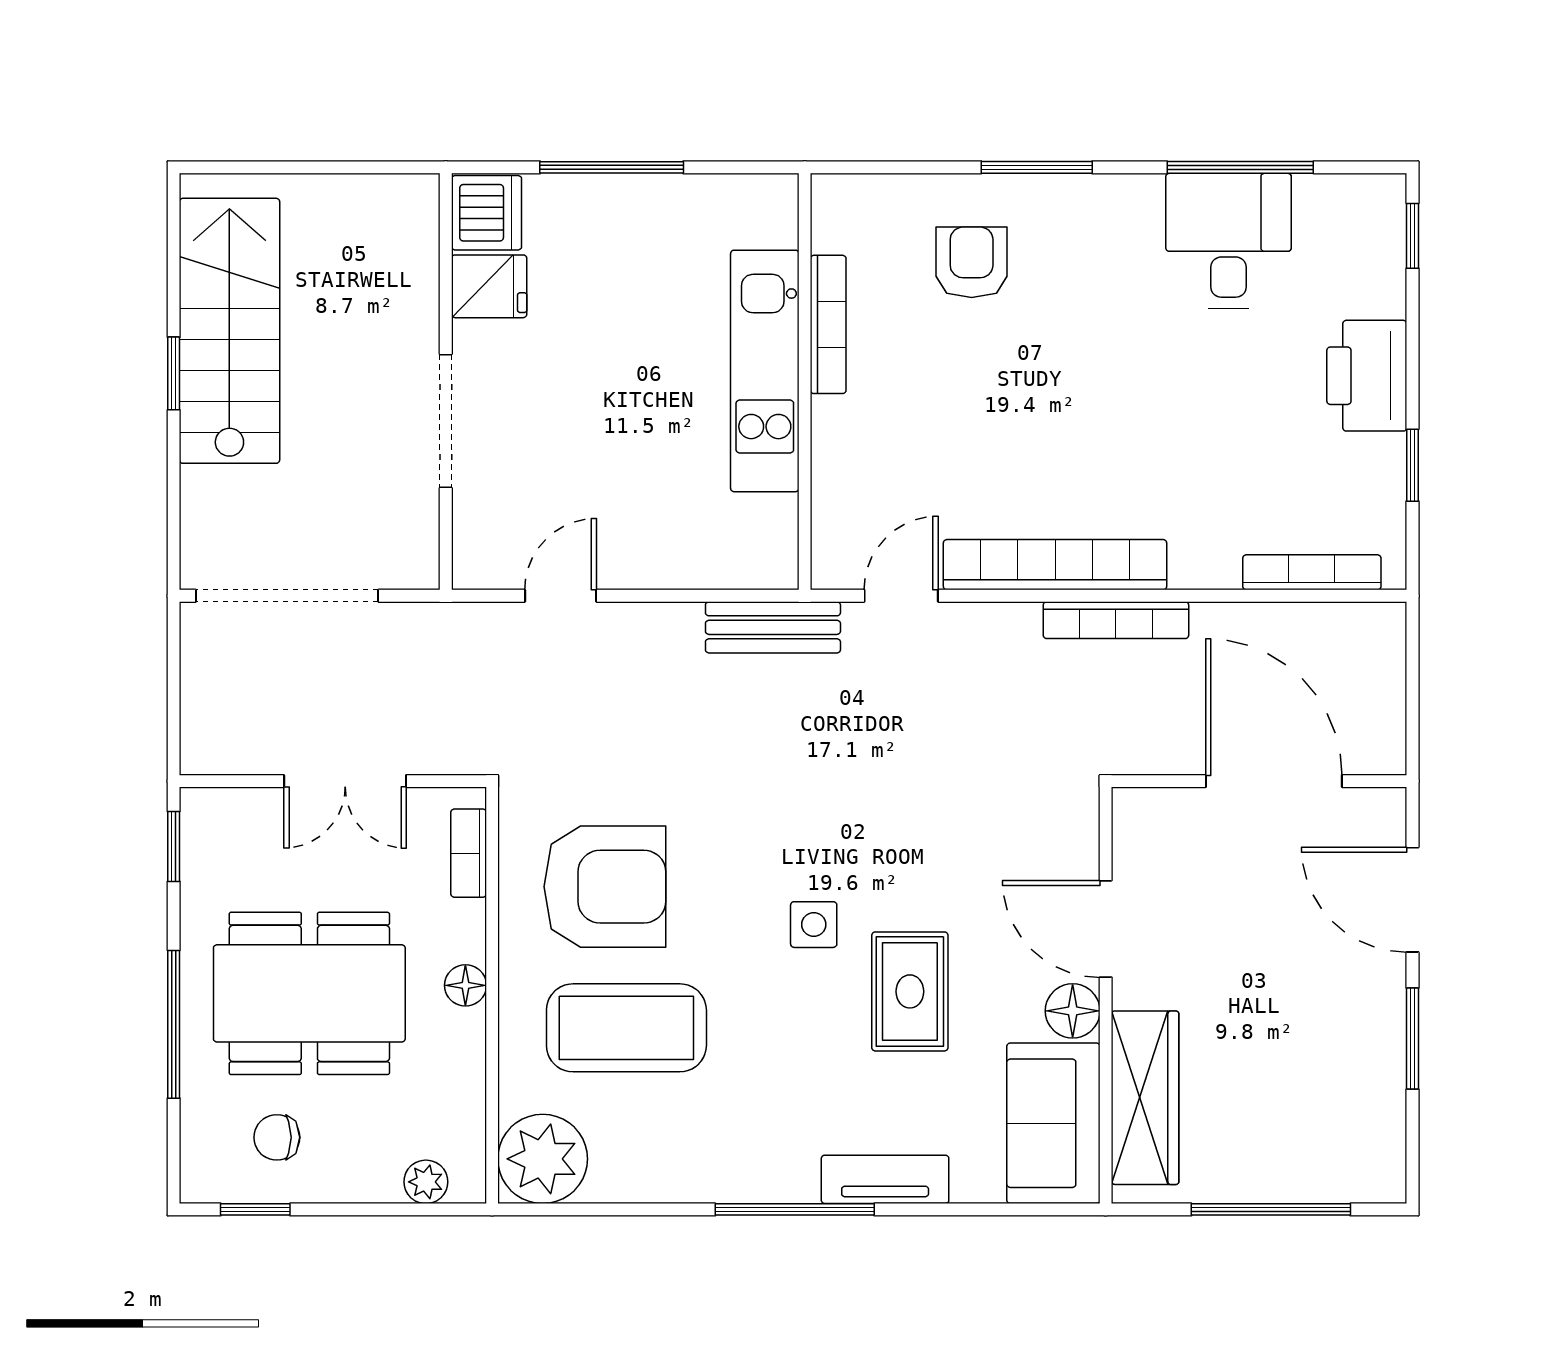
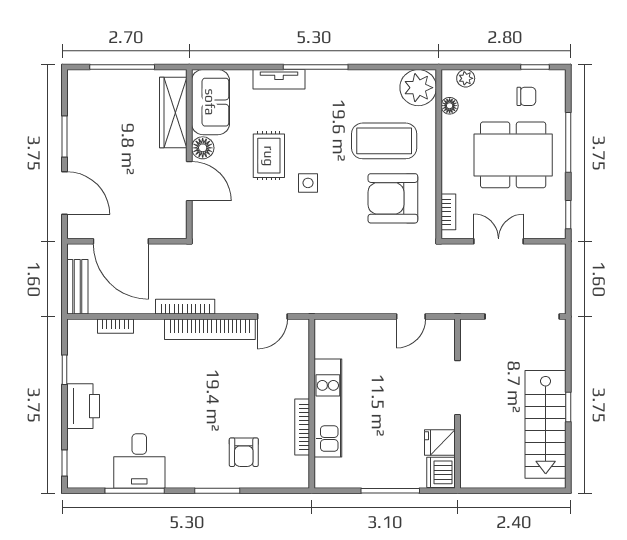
bookcase: (1312, 572) -> (116, 326), width x0.64
bench: (773, 627) -> (77, 287), moved, turned 90
floor lamp: (465, 985) -> (450, 106), moved

